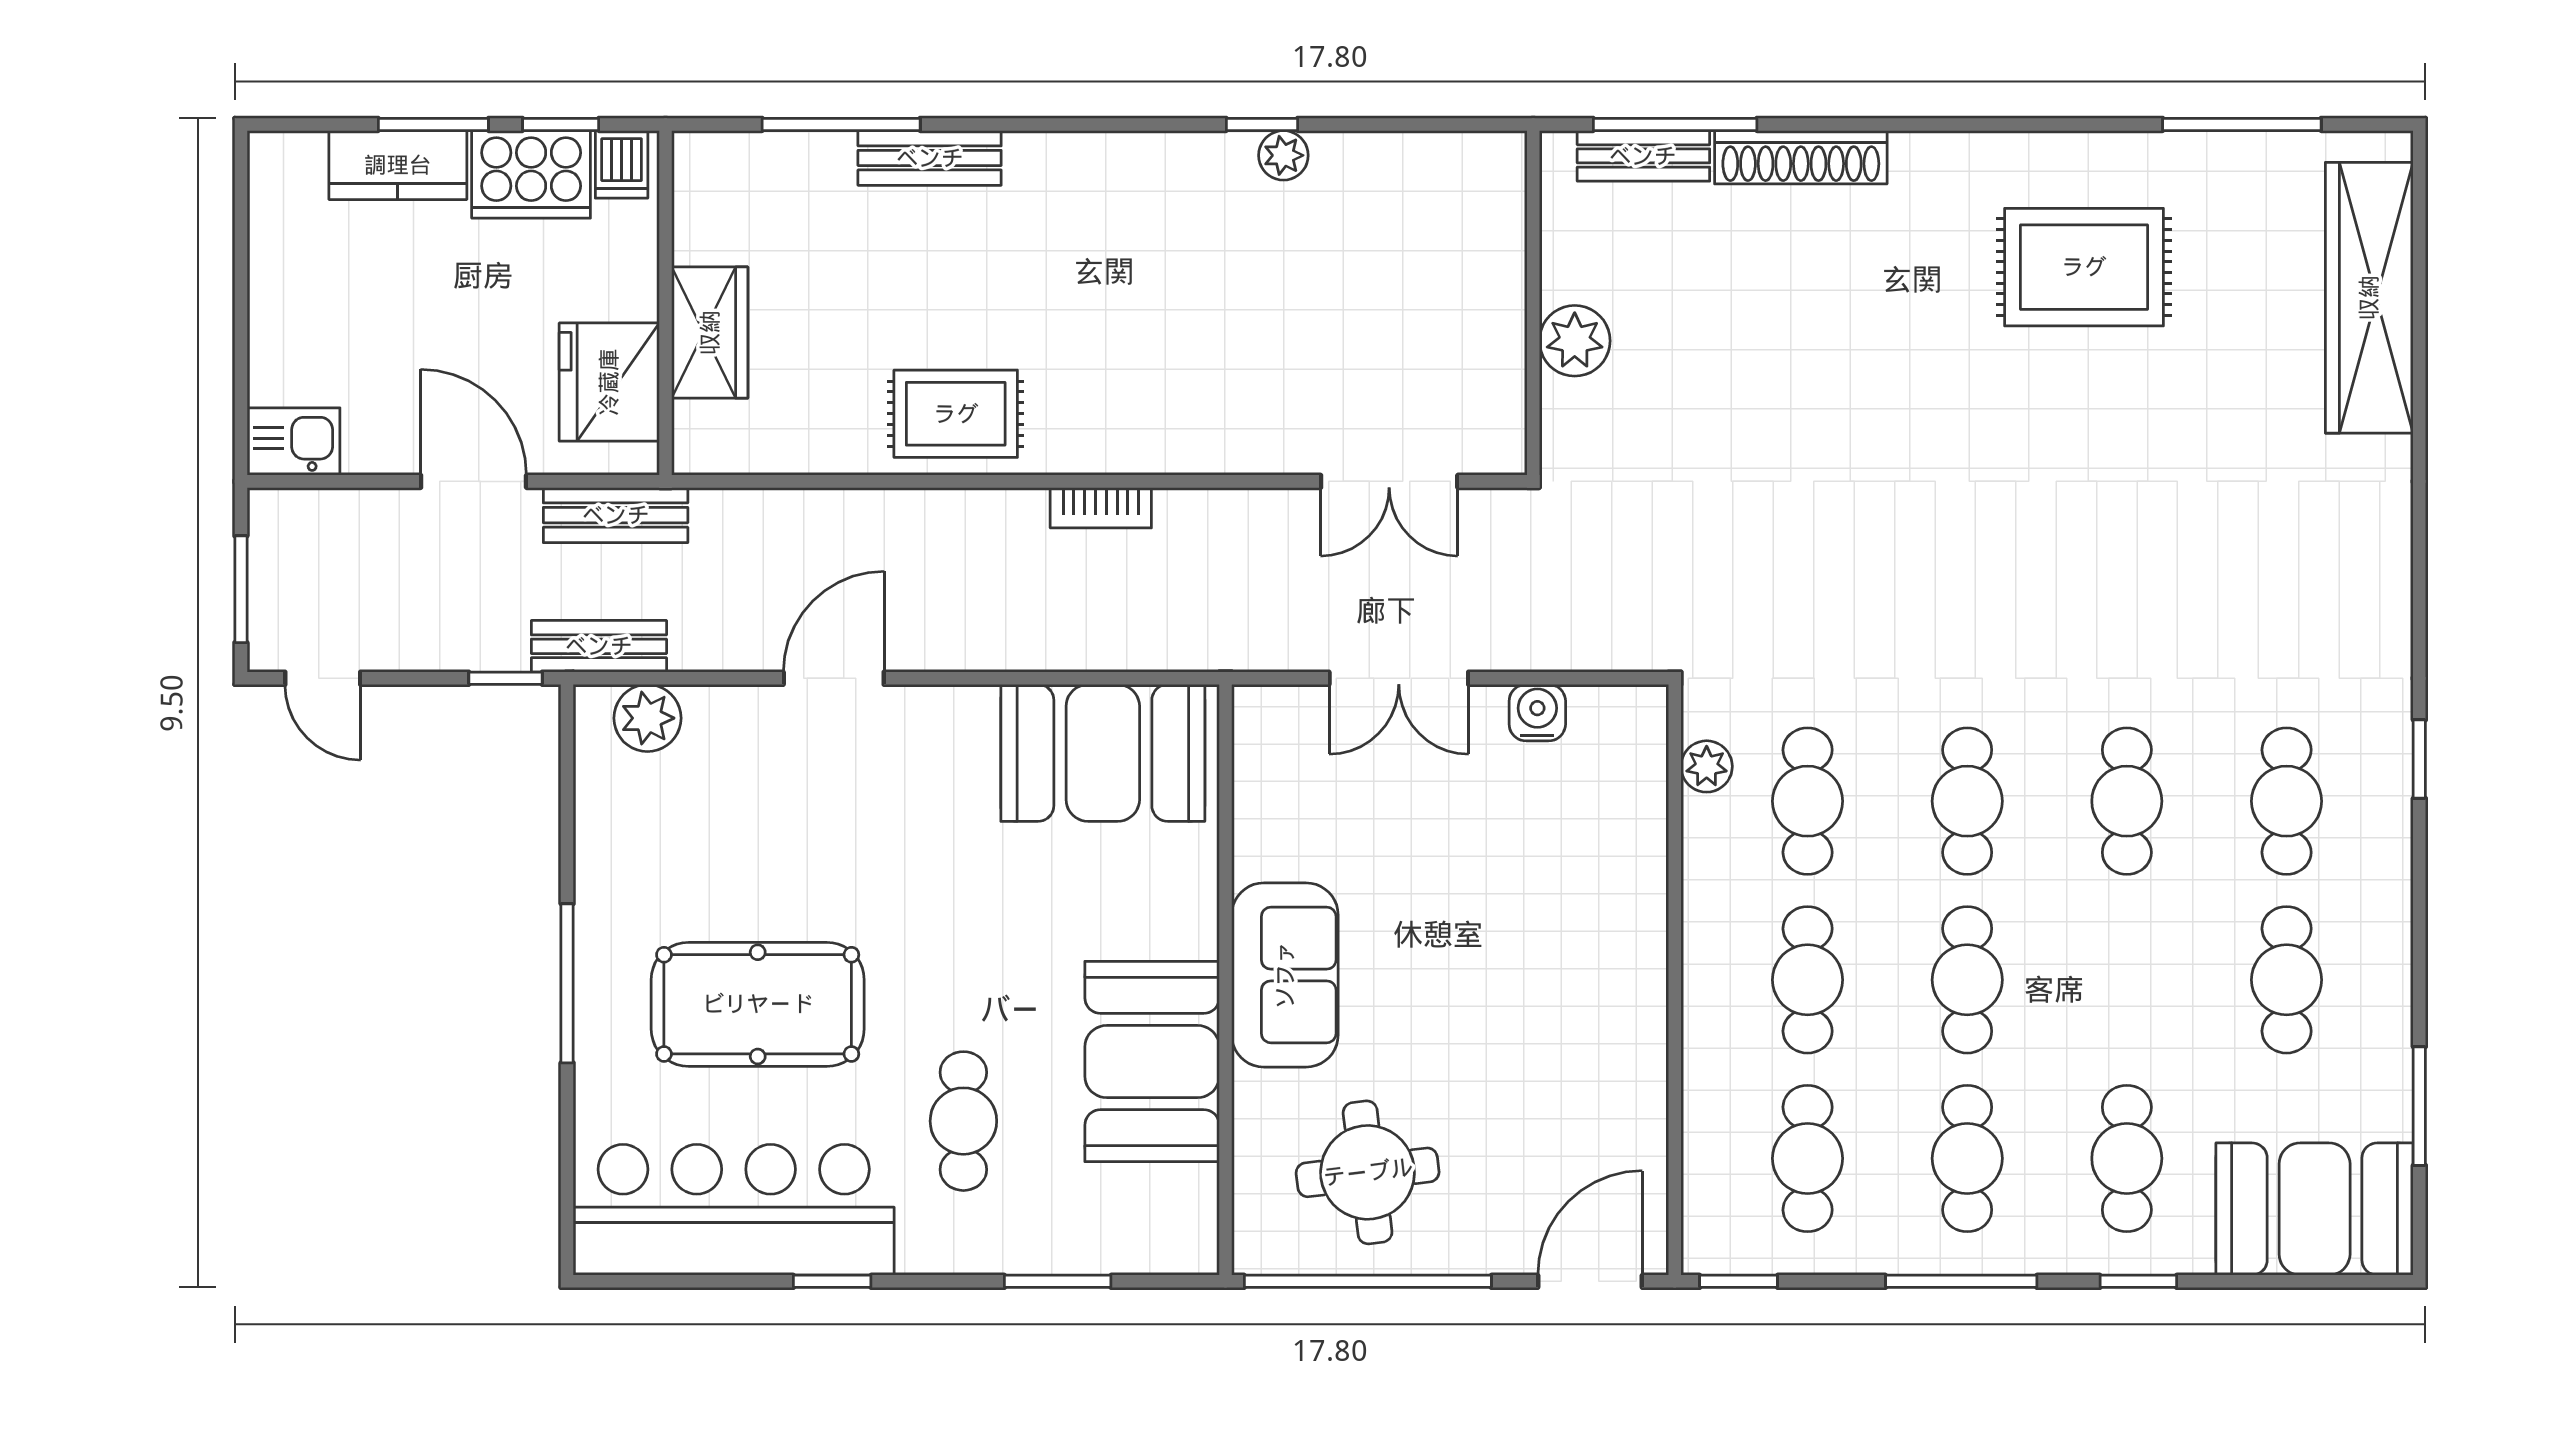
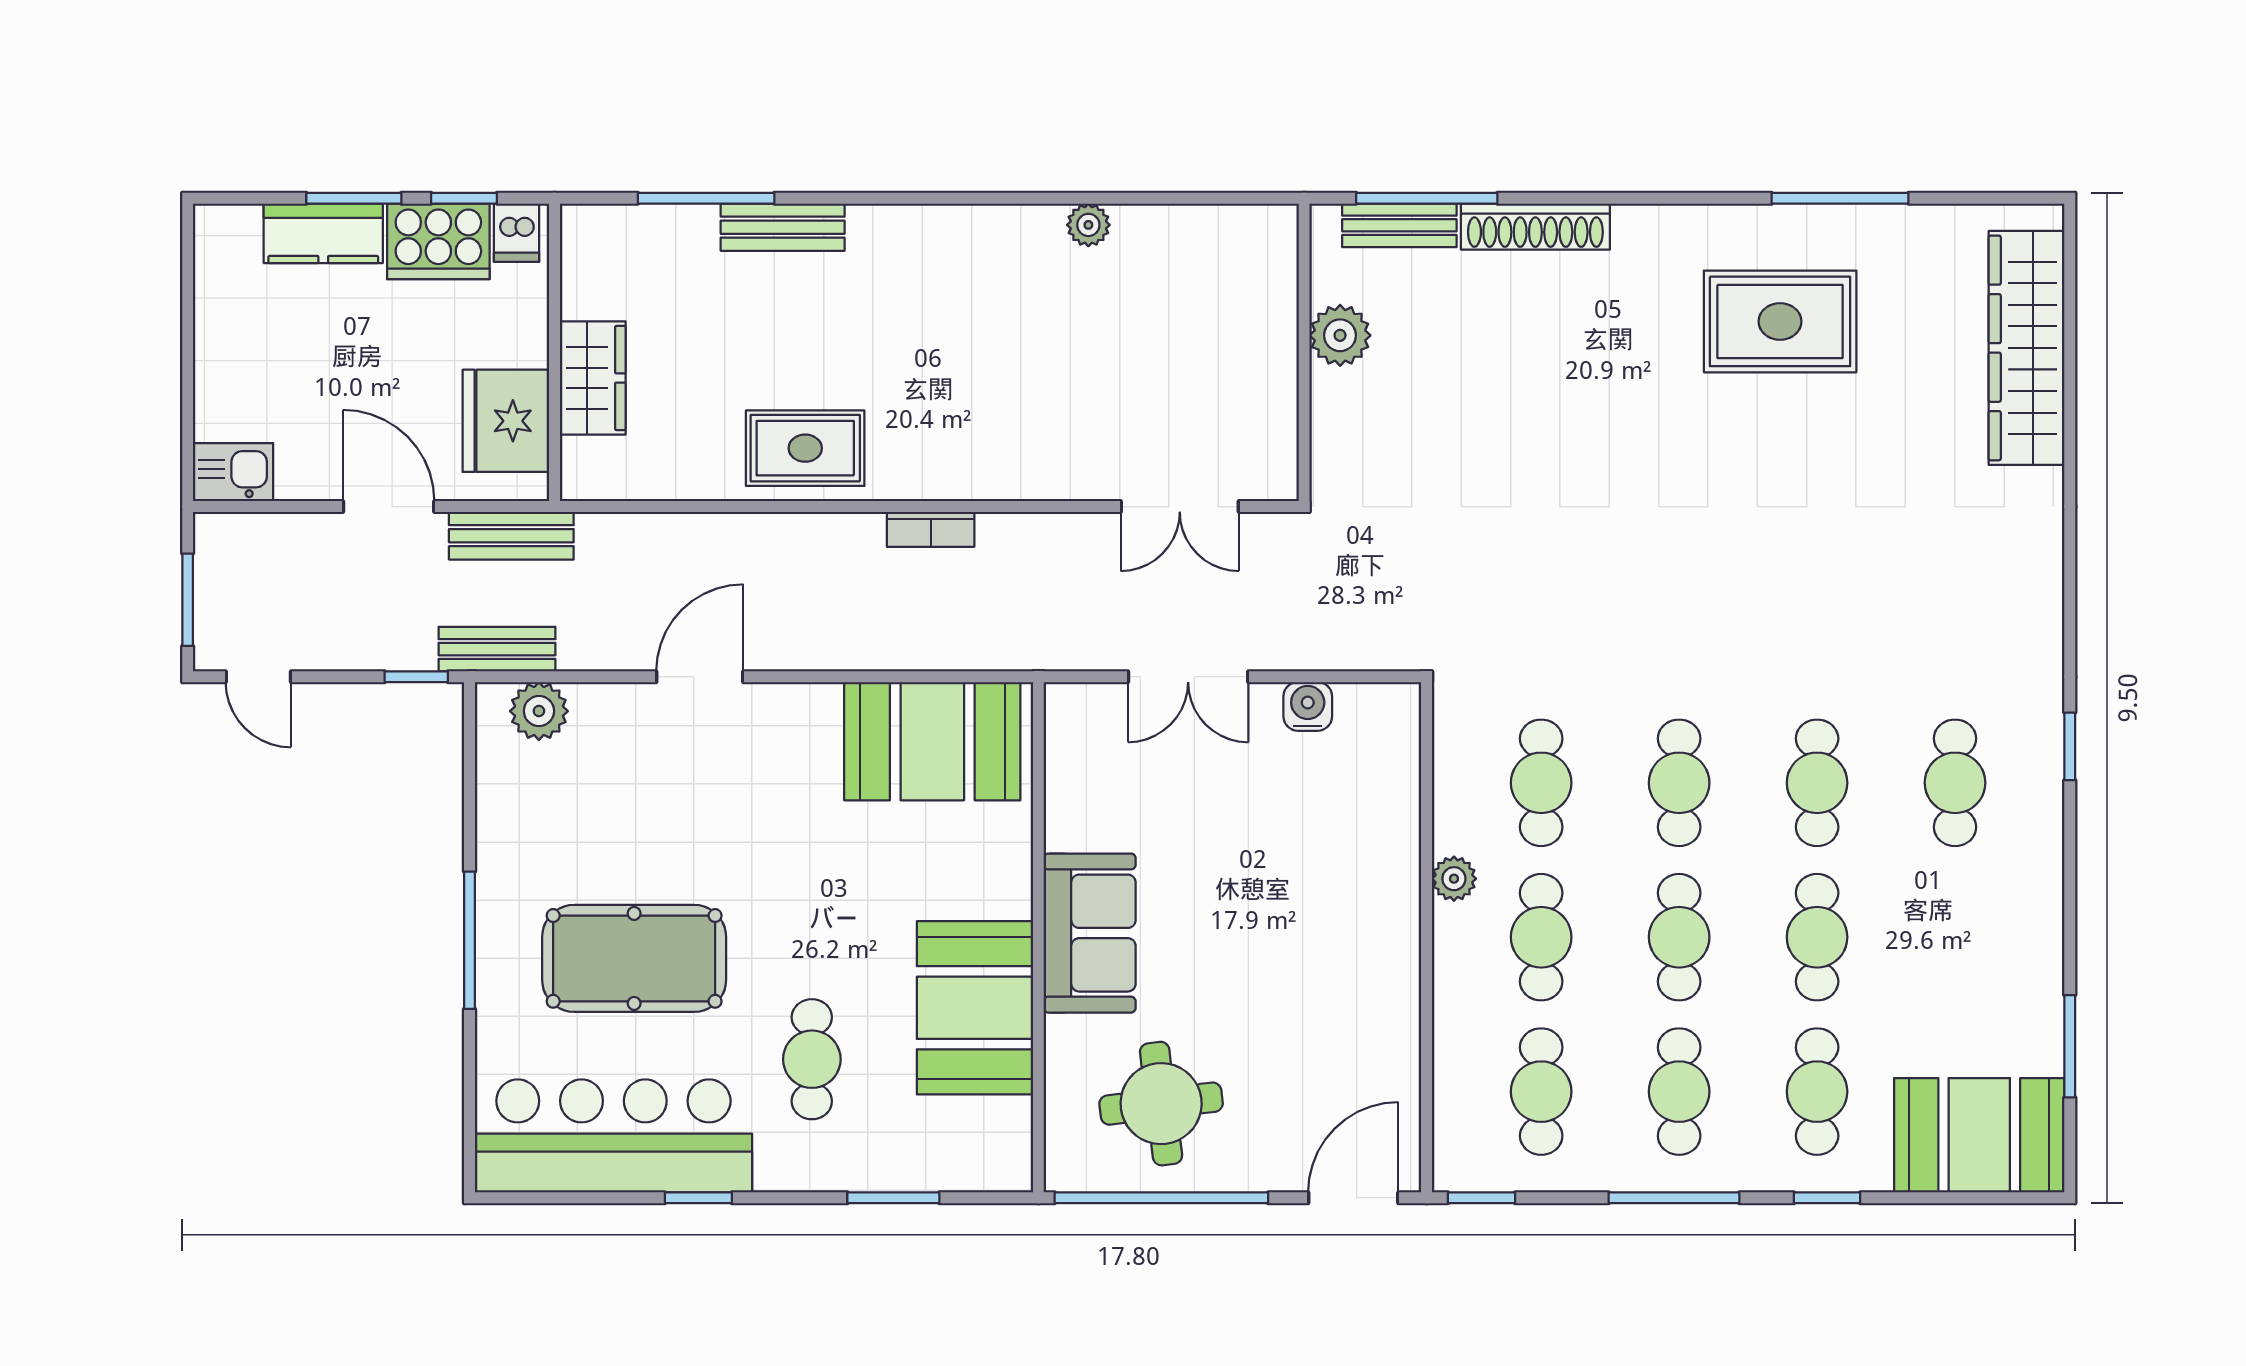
window: (1262, 124) -> (1070, 198), removed
window: (2242, 124) -> (1840, 198), moved
plant: (1575, 341) -> (1340, 335), moved
plant: (1707, 766) -> (1454, 879), moved
cafe table: (2287, 980) -> (1817, 937), moved

